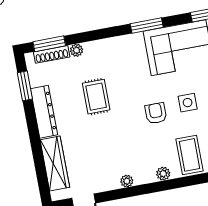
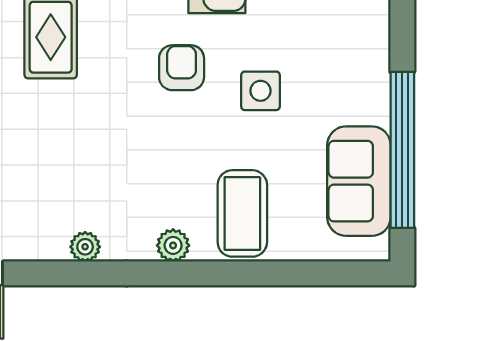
armchair: (156, 113) -> (182, 68), moved

